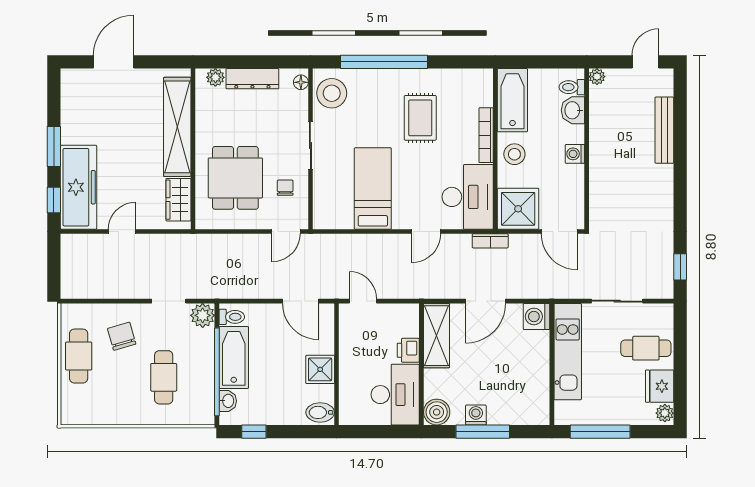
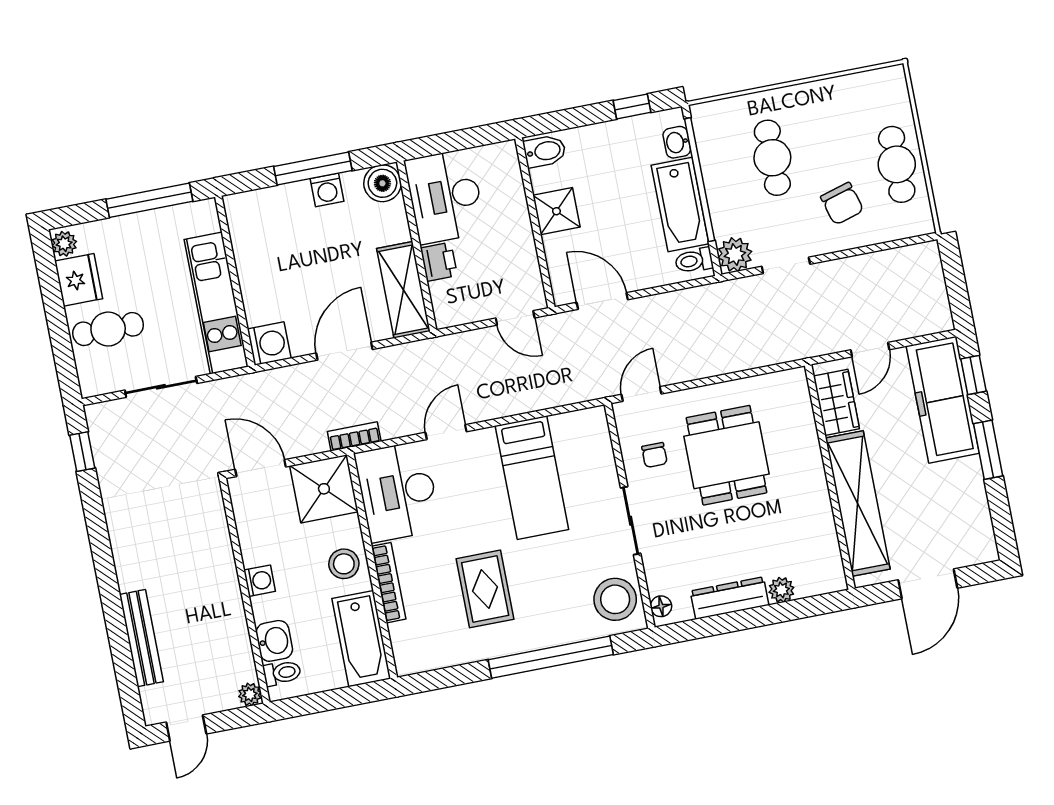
shelving: (177, 127) -> (858, 503), moved
wall: (193, 149) -> (830, 477), moved
wardrobe: (178, 200) -> (836, 402), moved

